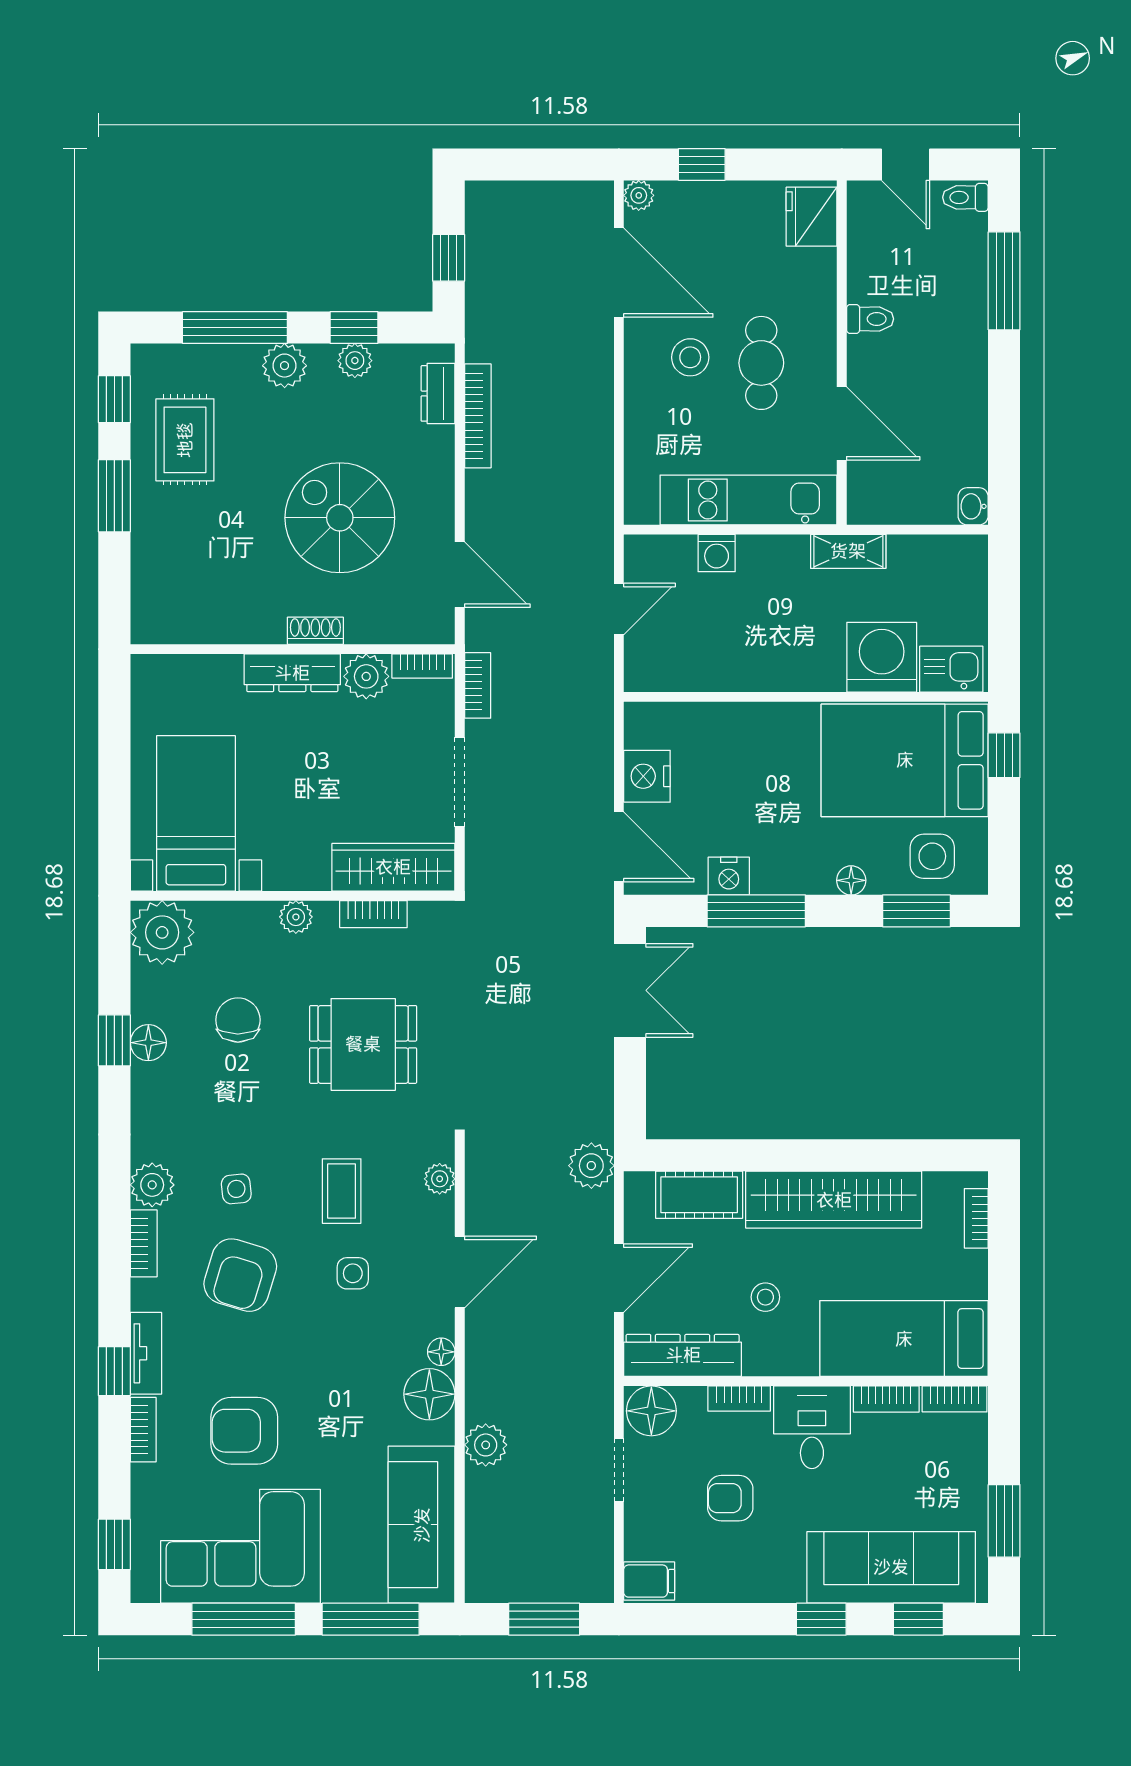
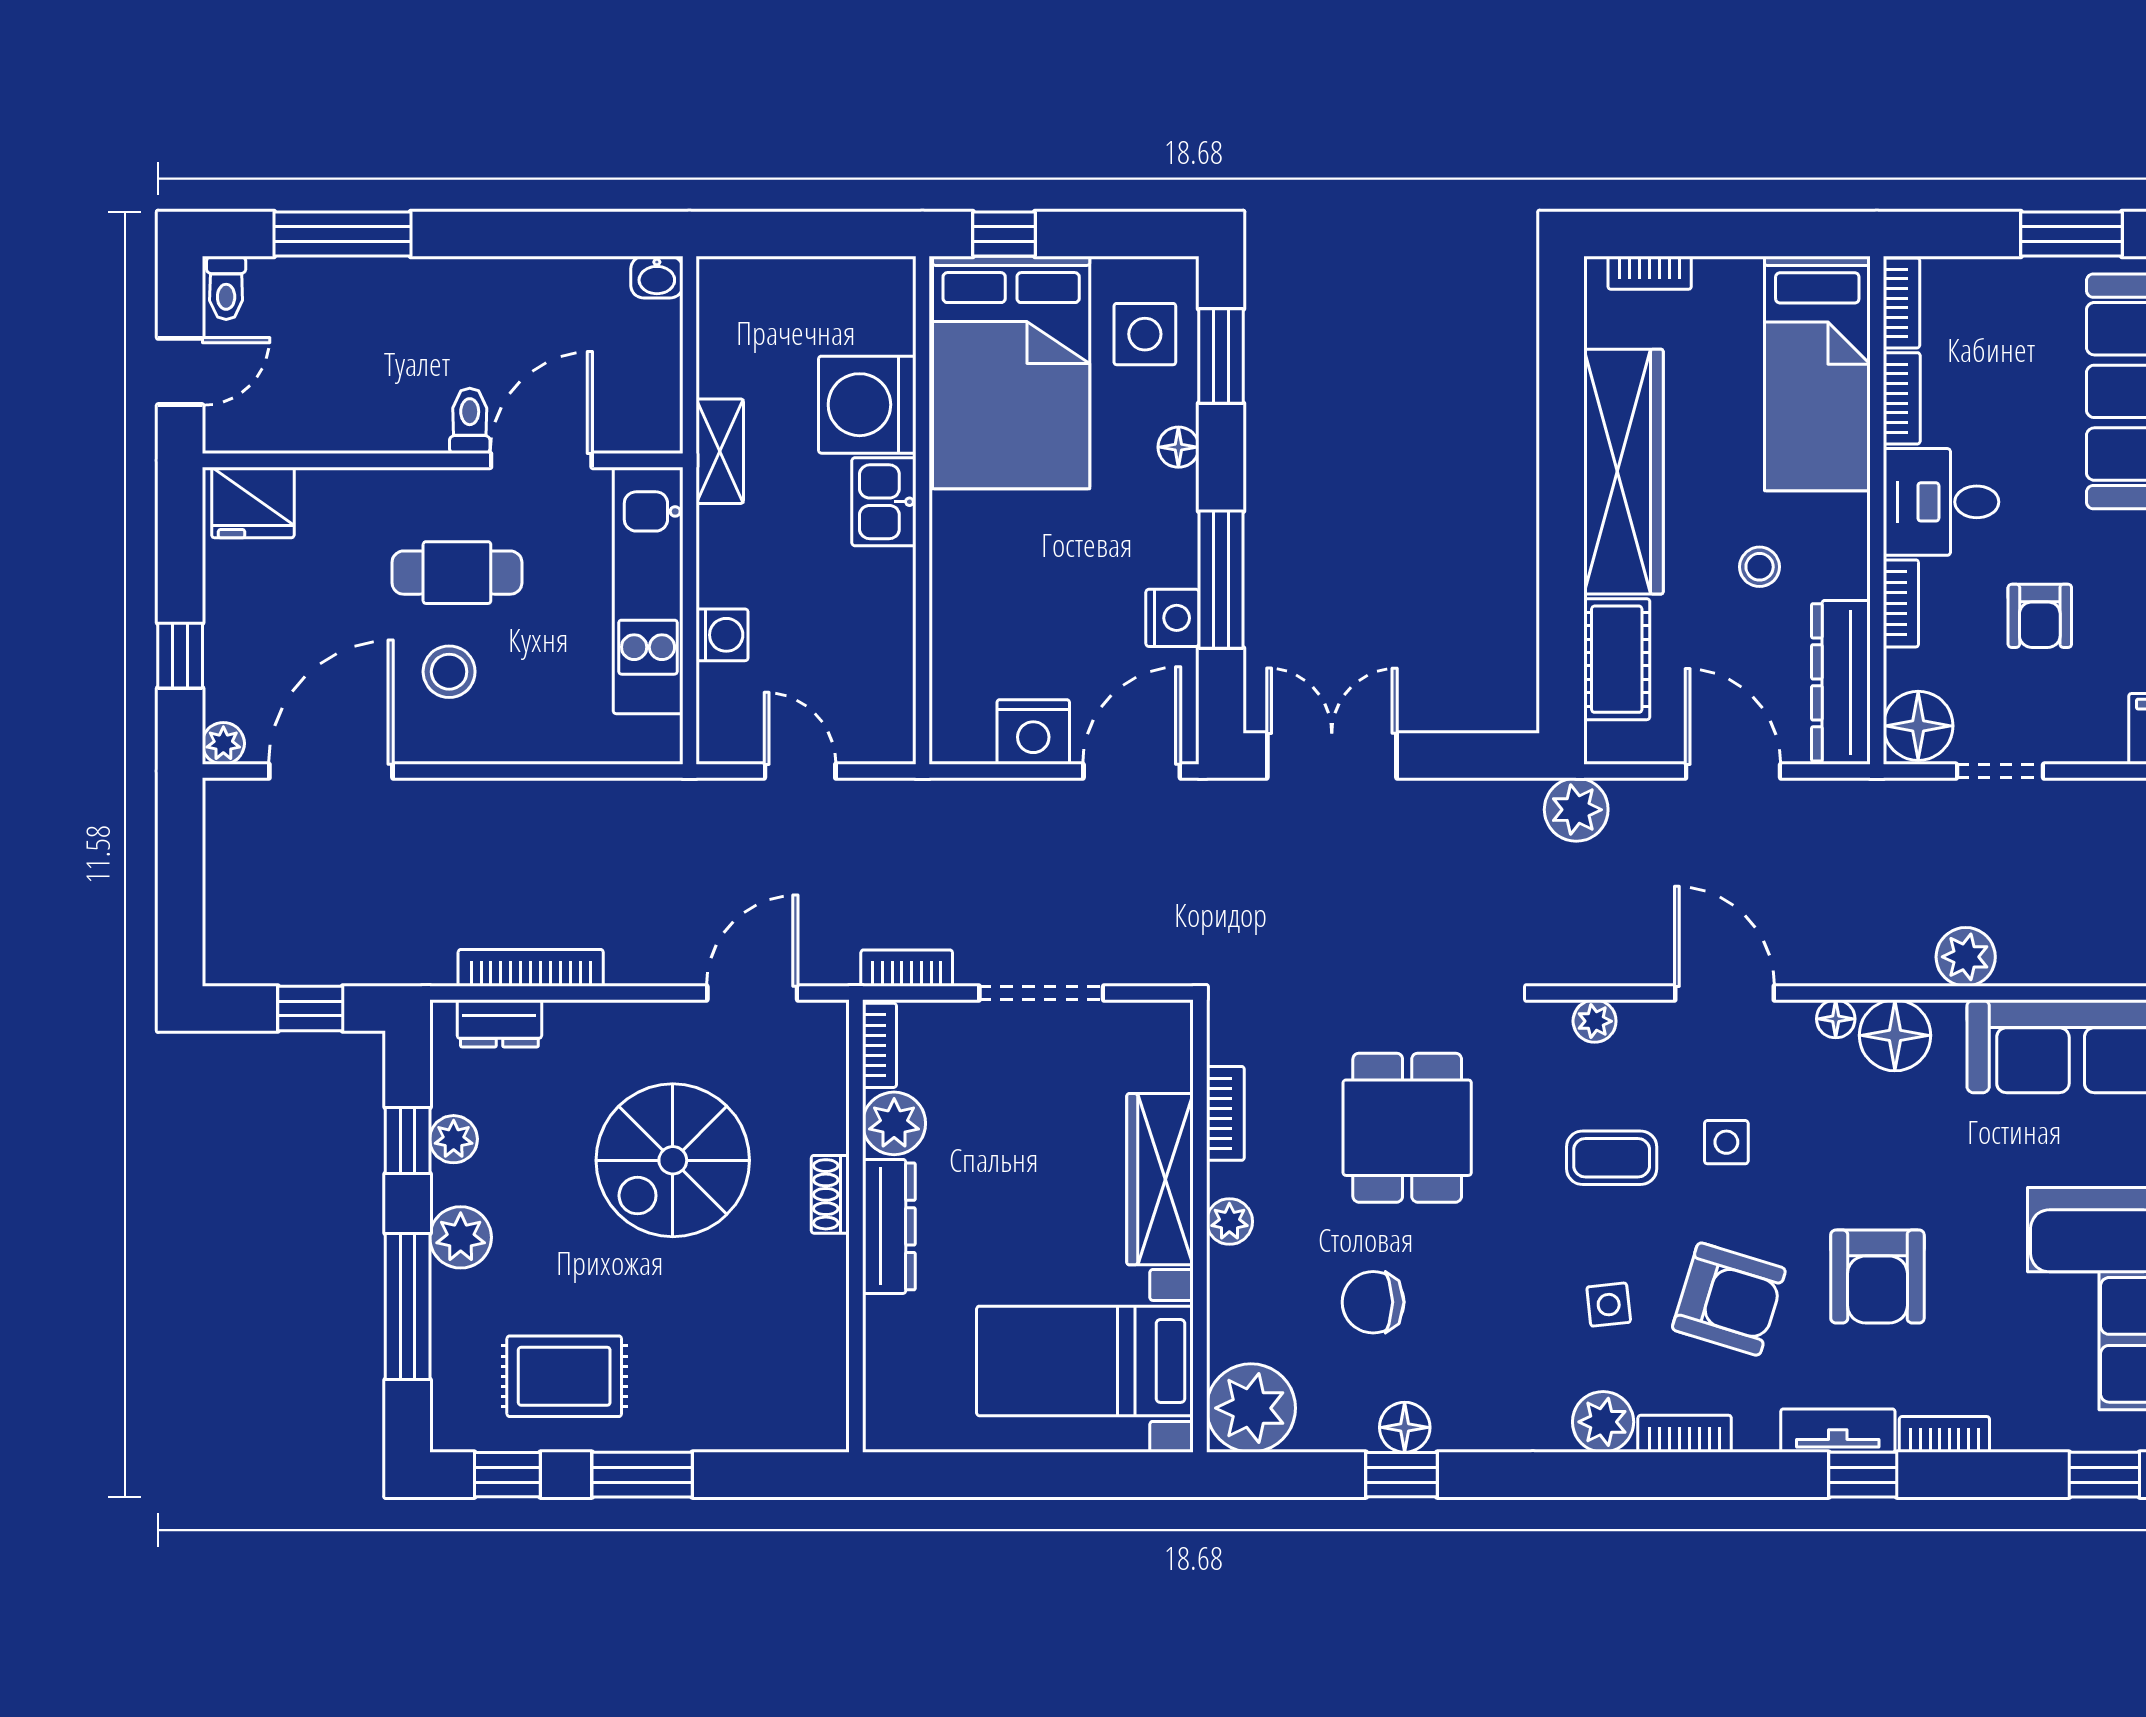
toilet: (870, 319) -> (470, 421), moved
kitchen sink: (951, 669) -> (884, 502), moved
wardrobe: (393, 867) -> (1160, 1179), moved
armchair: (244, 1431) -> (1877, 1276), moved

